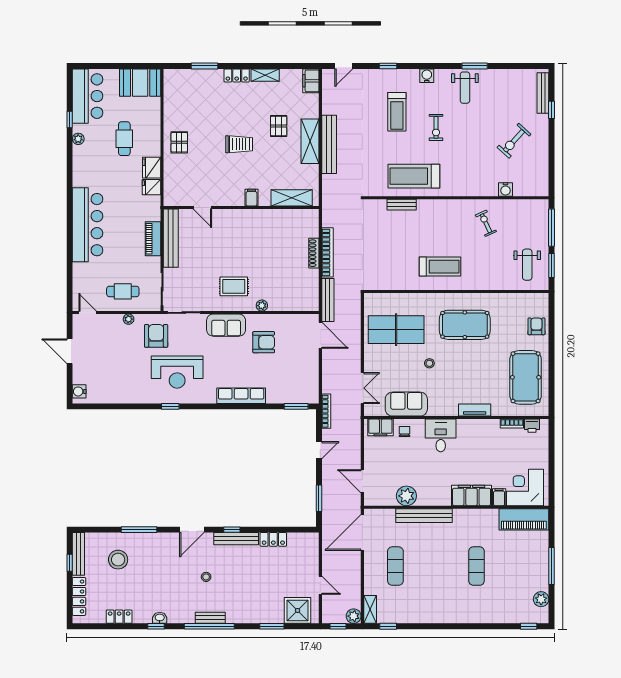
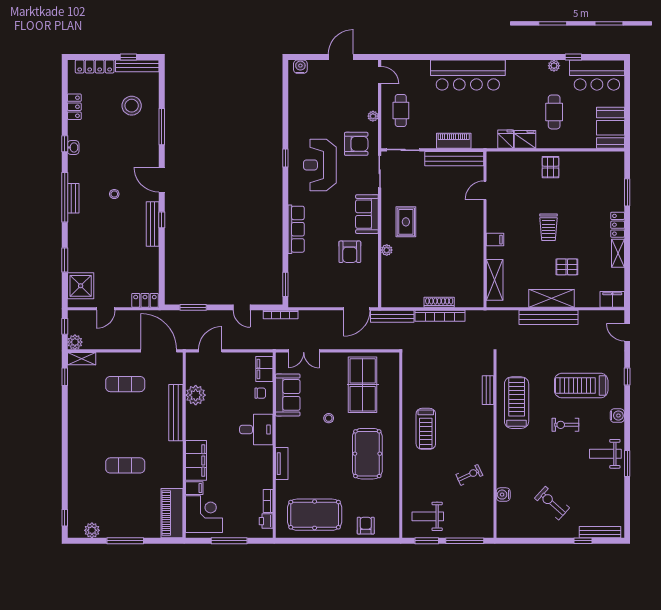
treadmill: (397, 112) -> (581, 386), width x1.37, depth x1.38
cafe table: (124, 139) -> (554, 112), turned 90
pallet: (179, 142) -> (551, 167), turned 90
door: (88, 313) -> (380, 75), hinge flipped
armchair: (536, 326) -> (366, 526), turned -90
window: (551, 462) -> (229, 541), added
locker: (273, 539) -> (145, 300), moved, turned 90

